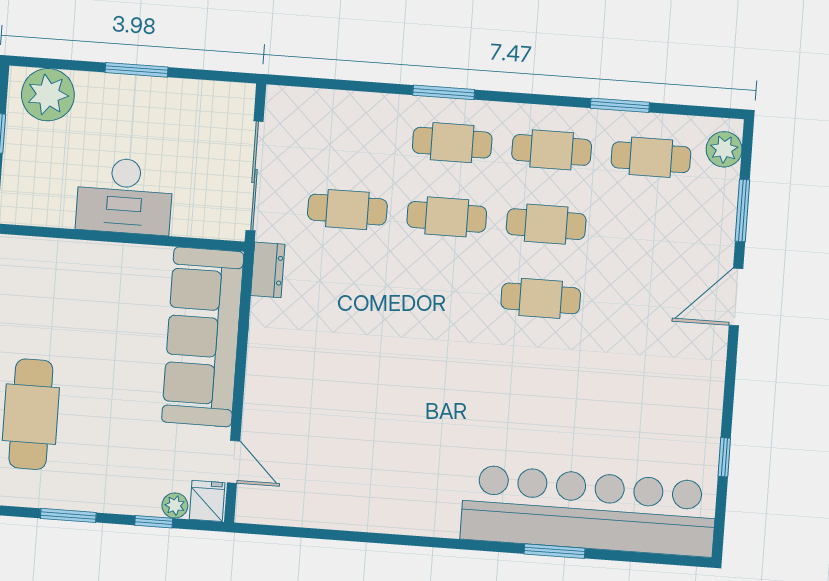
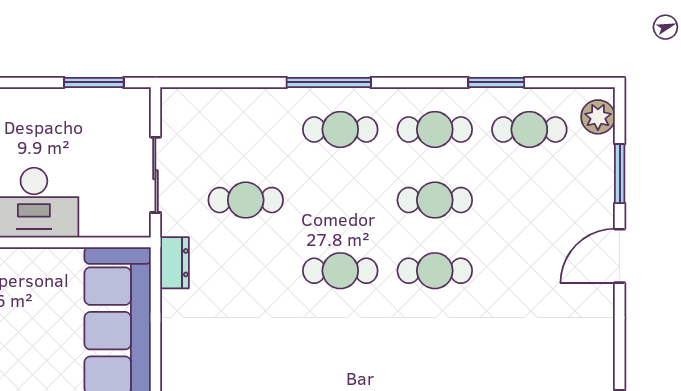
window: (137, 70) -> (94, 82), moved
window: (444, 92) -> (329, 82), width x1.44
sliding door: (255, 176) -> (155, 175), width x0.73
cafe table: (447, 217) -> (340, 271), moved

